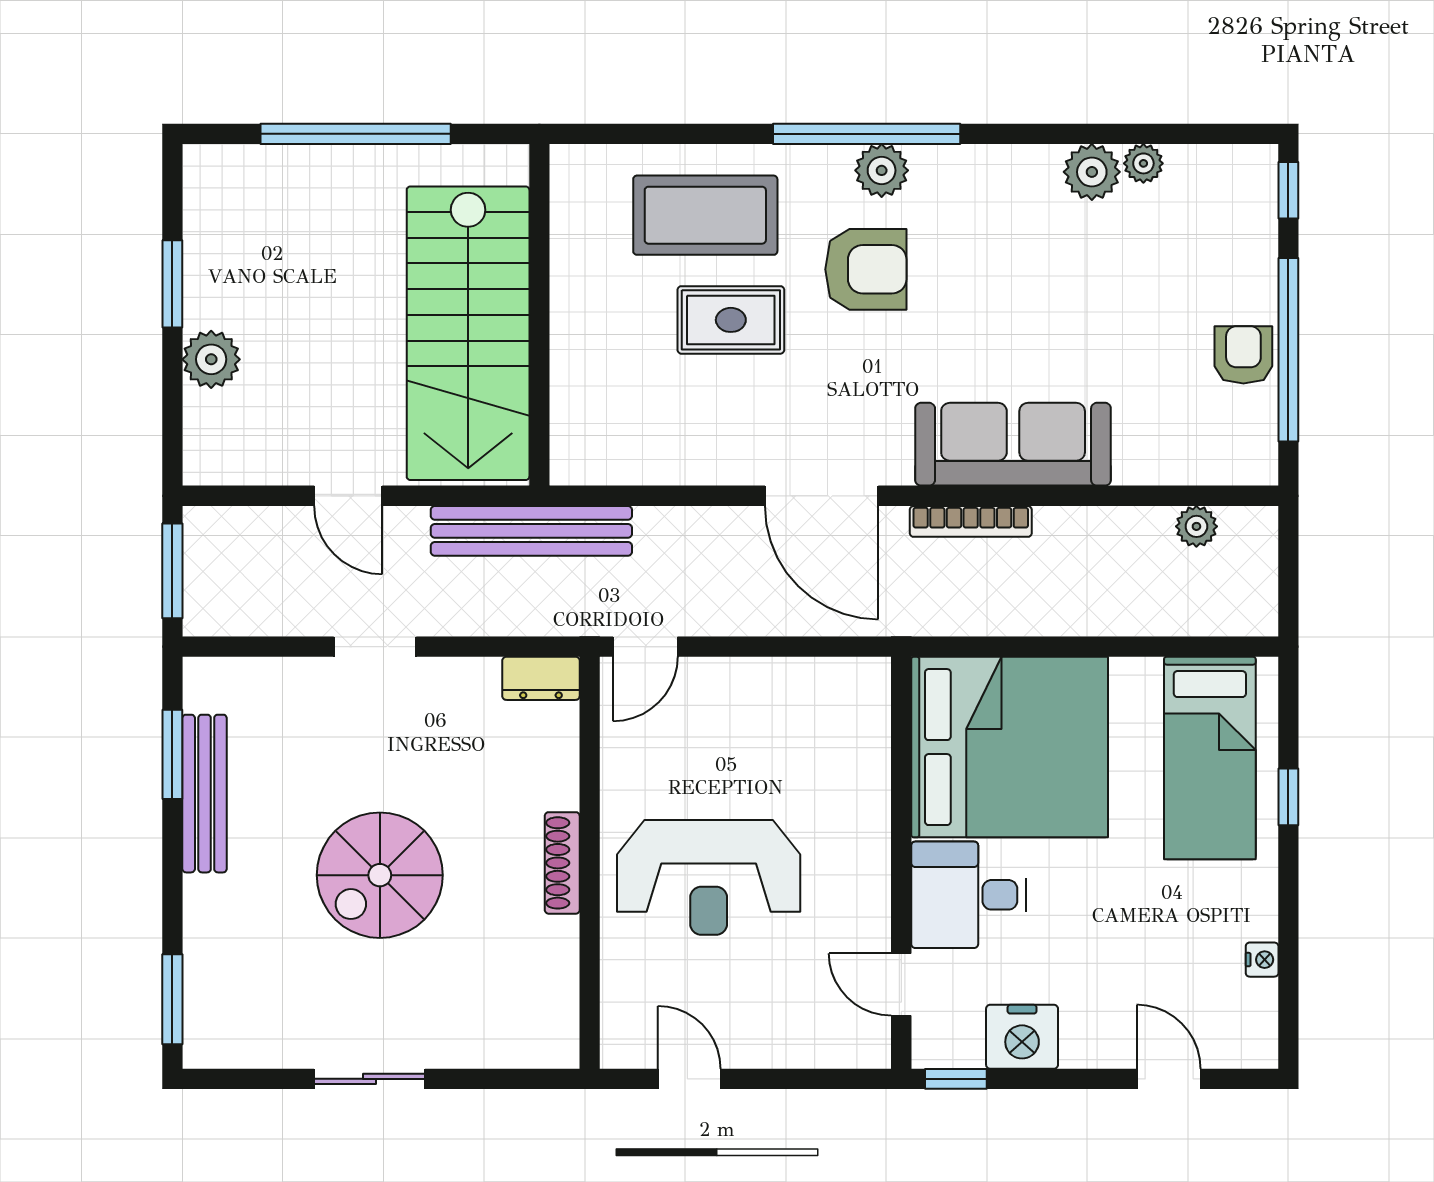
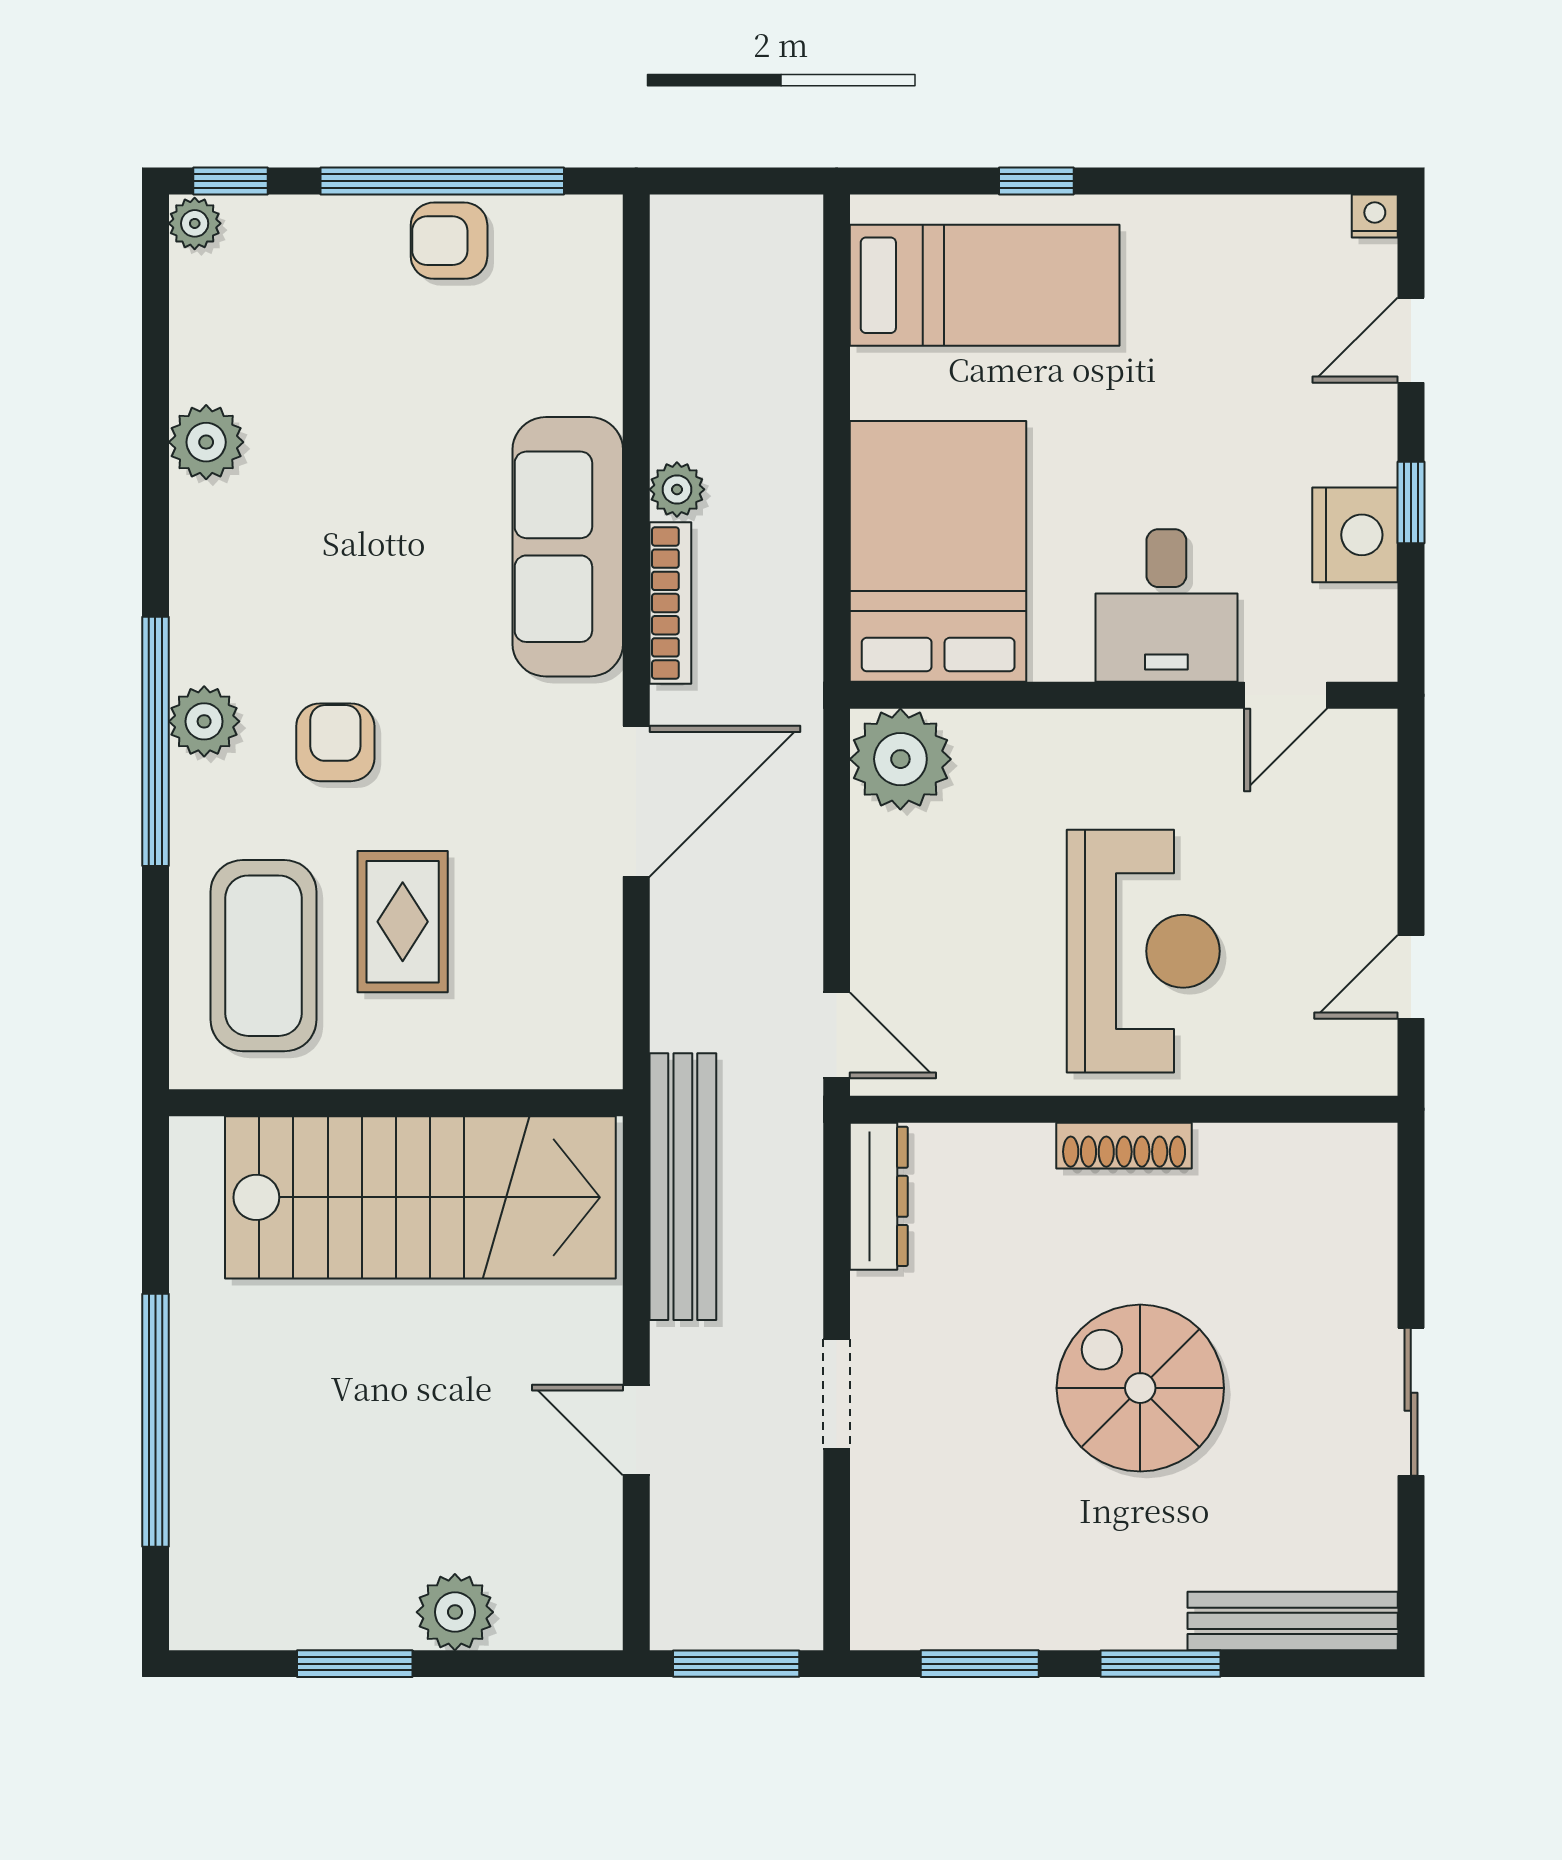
plant: (1143, 163) -> (195, 223), moved
armchair: (866, 269) -> (335, 742), width x0.72, depth x0.72
wall: (539, 315) -> (396, 1103), moved
stairs: (468, 333) -> (420, 1197), moved
door: (348, 496) -> (636, 1430), swing flipped
plant: (1196, 526) -> (677, 489), moved
dresser: (541, 678) -> (879, 1196), width x1.44
plant: (853, 695) -> (900, 759), added
bed: (1010, 747) -> (938, 551), width x0.73
bench: (205, 794) -> (1293, 1621), moved
spiral stairs: (380, 875) -> (1140, 1388), turned 180
nightstand: (1262, 960) -> (1375, 216), moved
window: (172, 999) -> (1161, 1664), moved
window: (956, 1079) -> (1411, 502), moved

